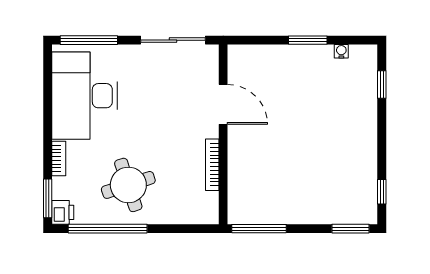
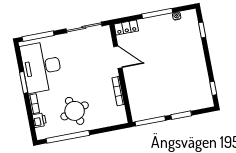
window: (308, 40) -> (157, 13), width x1.44
locker: (248, 55) -> (126, 28), added
window: (48, 198) -> (24, 82), moved
printer: (63, 212) -> (39, 120), moved
window: (351, 229) -> (181, 115), moved

